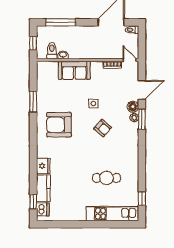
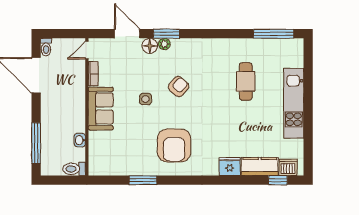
window: (33, 43) -> (64, 180), removed
toilet: (52, 51) -> (74, 169), moved
sofa: (74, 70) -> (101, 108), moved
window: (142, 199) -> (274, 34), width x2.17
kitchen unit: (112, 214) -> (294, 103), moved

